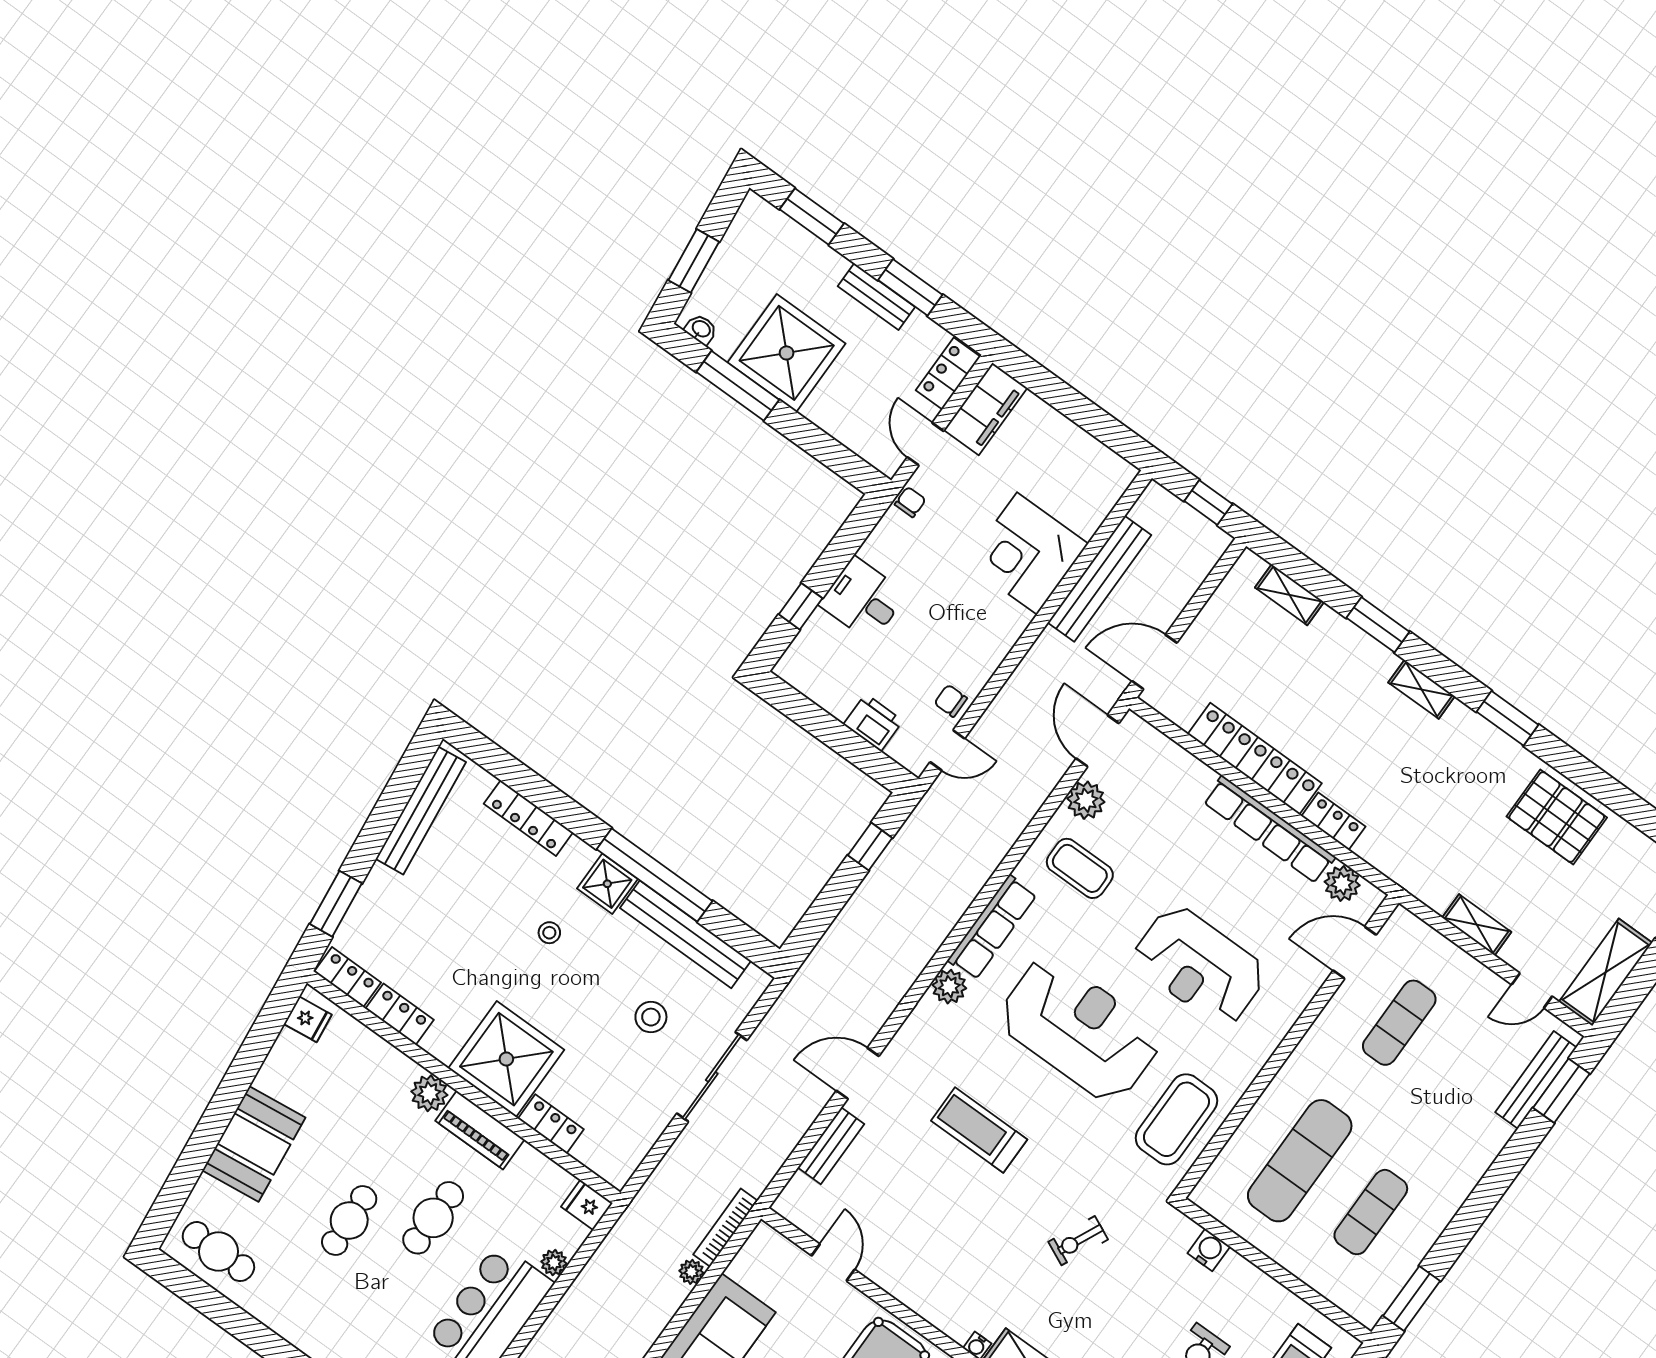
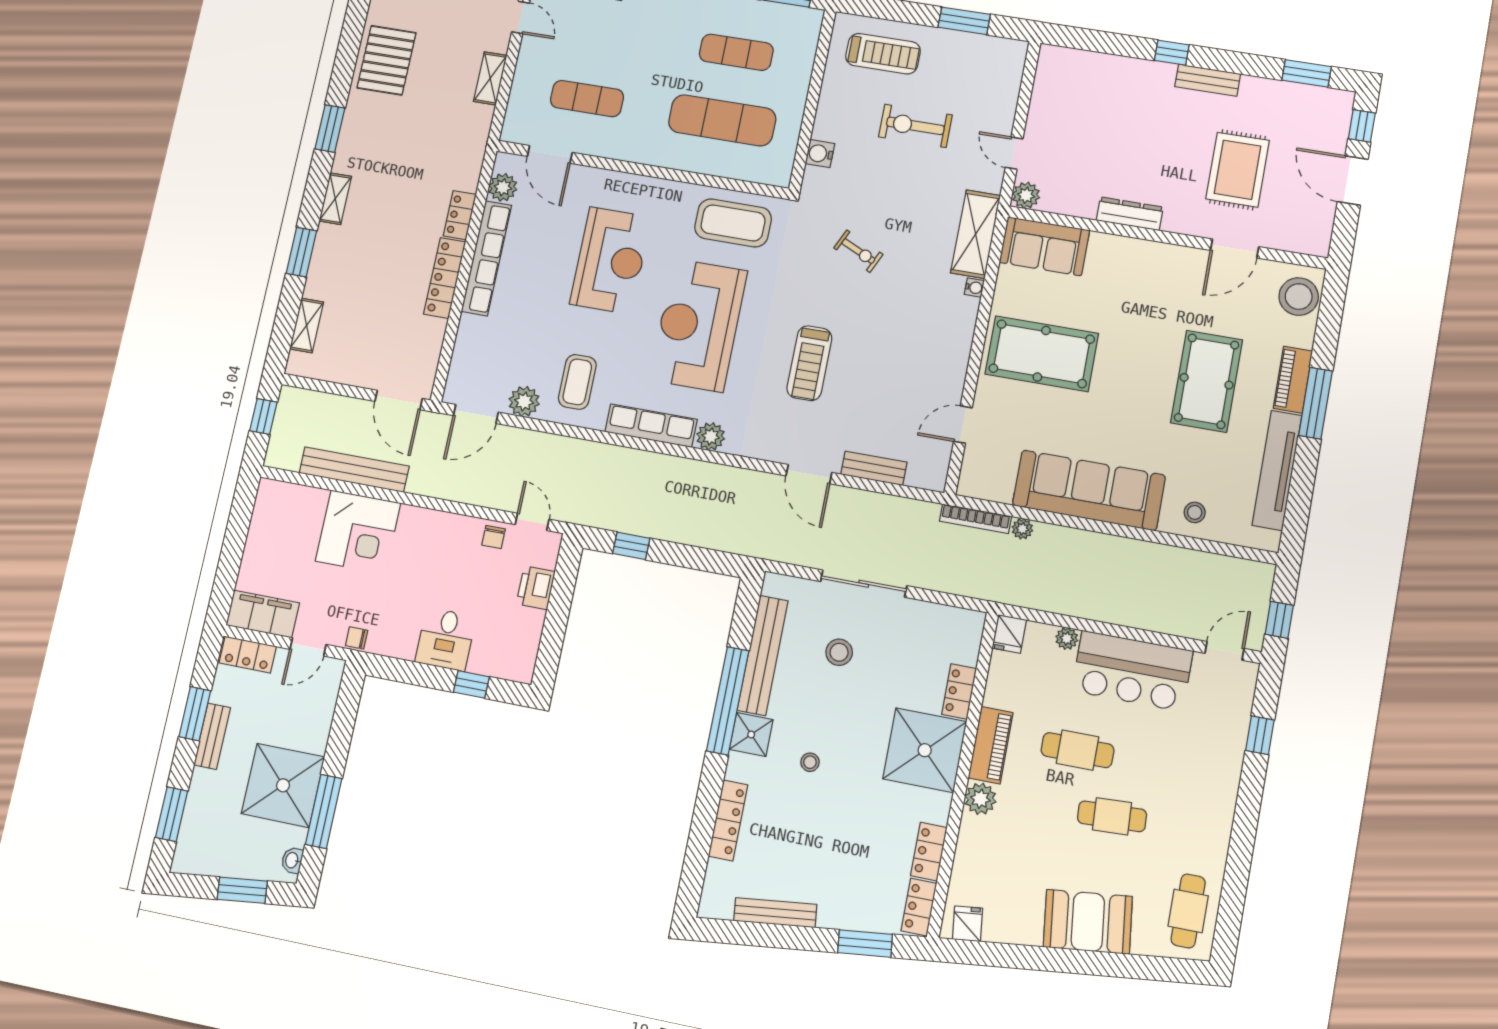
locker: (1255, 759) -> (445, 278), width x0.71, depth x0.83
bench: (421, 811) -> (775, 913), width x0.73, depth x0.82

